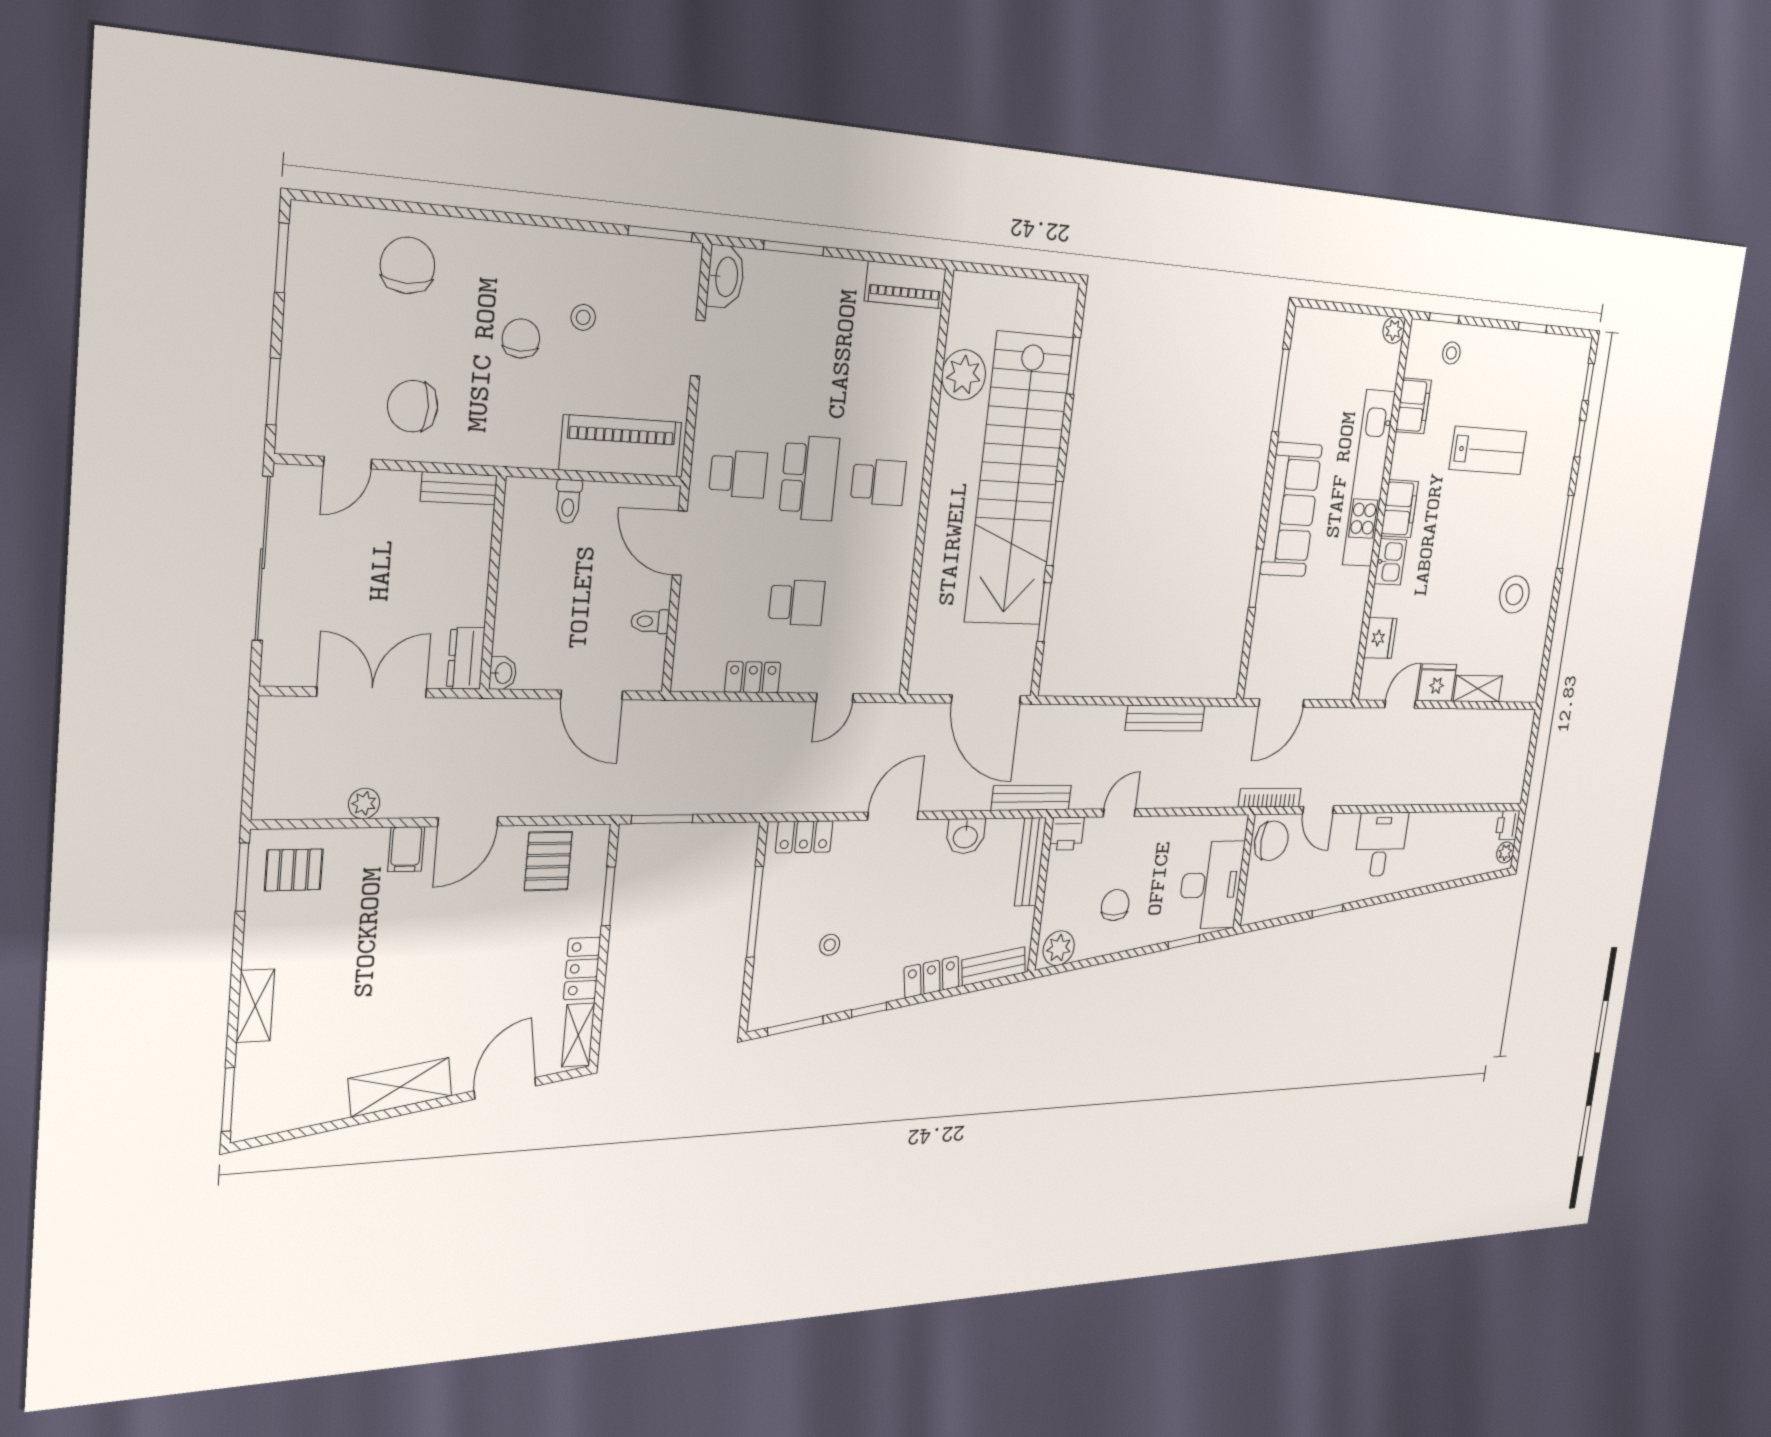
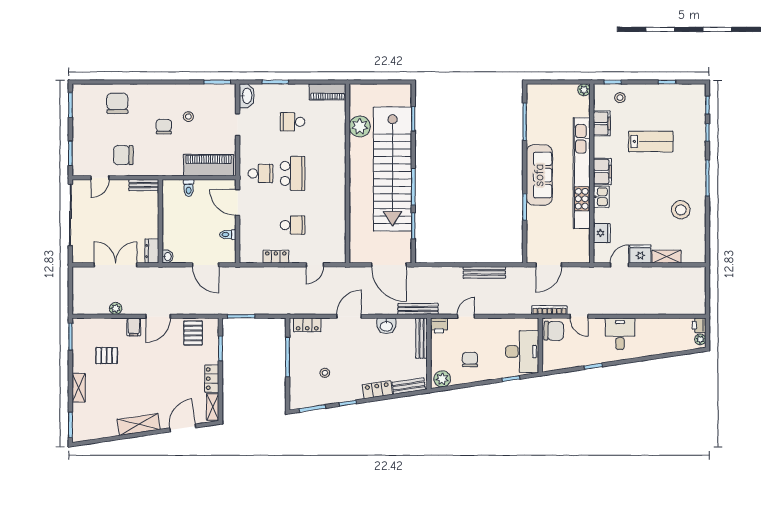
kitchen unit: (1369, 478) -> (582, 173), width x1.36
school desk: (878, 482) -> (293, 122), moved, turned 180
pallet: (294, 870) -> (107, 356), moved

